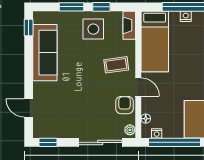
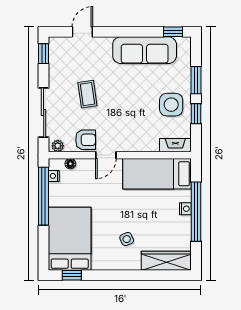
coffee table: (116, 65) -> (87, 94), moved

